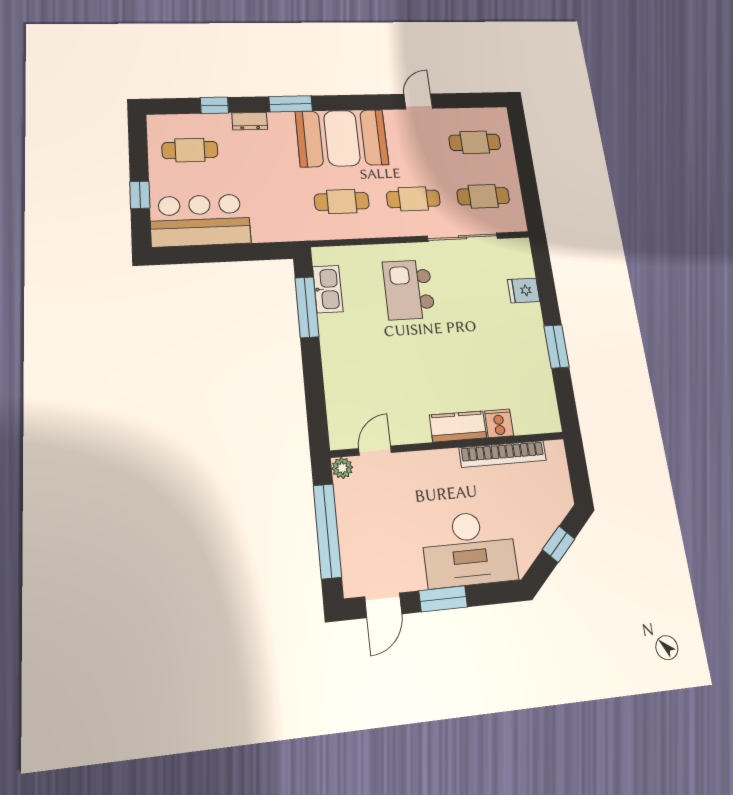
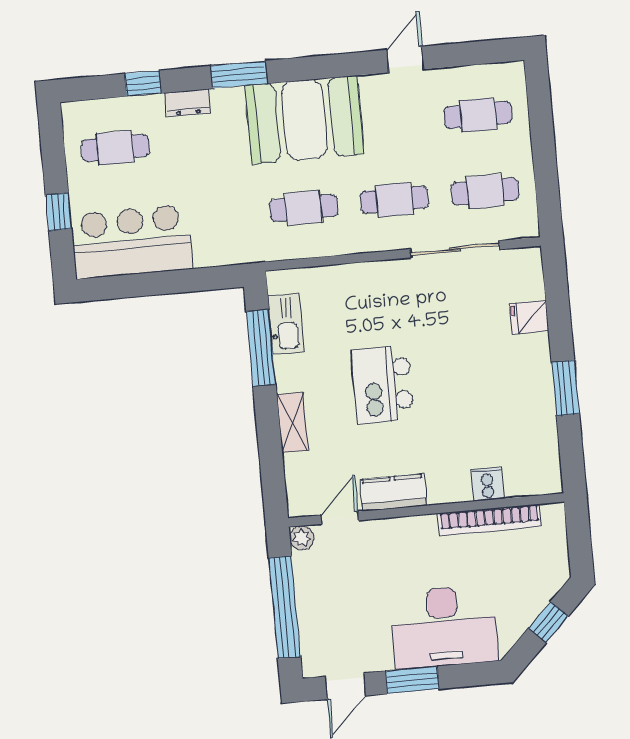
kitchen island: (409, 290) -> (382, 385), moved
shelving: (334, 369) -> (292, 422), added
kitchen counter: (458, 426) -> (393, 493), moved

